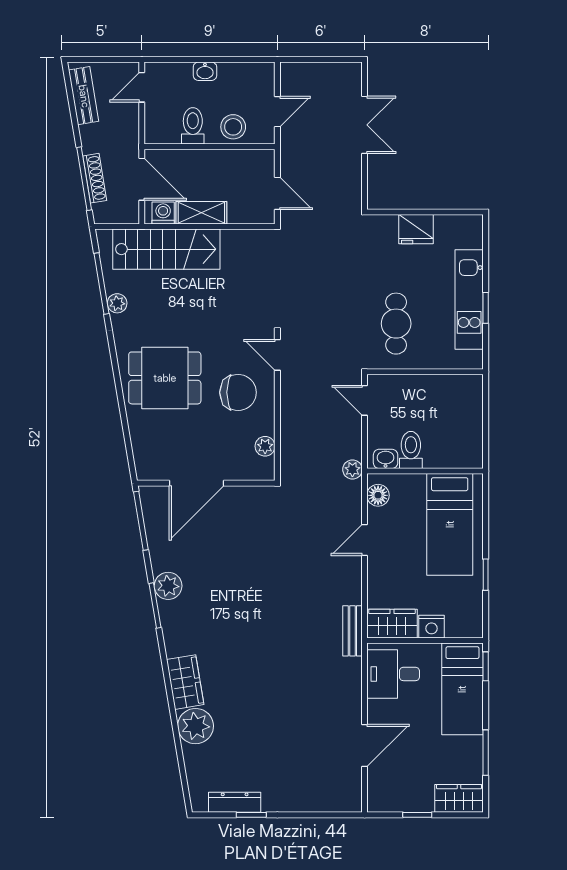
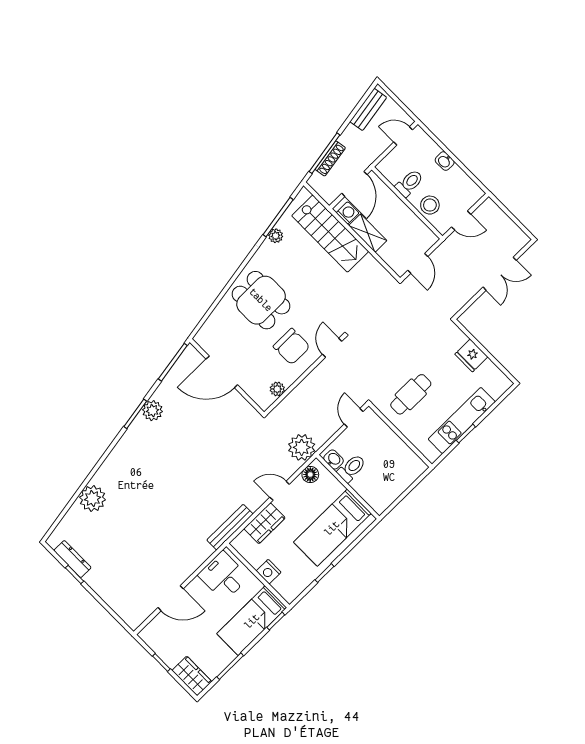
plant: (352, 469) -> (302, 447), width x1.87, depth x1.87
wardrobe: (392, 624) -> (265, 523), moved, turned 90
bench: (352, 631) -> (230, 527), width x1.36
wardrobe: (185, 682) -> (110, 470), removed

